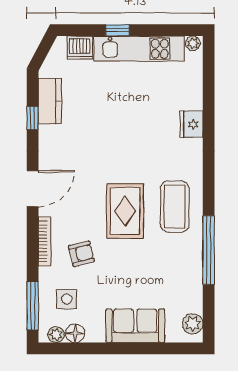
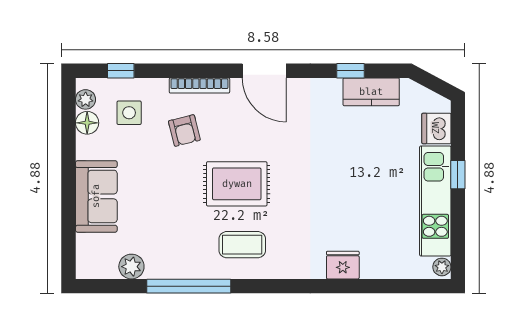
coffee table: (175, 207) -> (242, 245), width x0.73, depth x0.76
window: (33, 306) -> (121, 71), width x0.46
plant: (193, 324) -> (131, 267), moved

